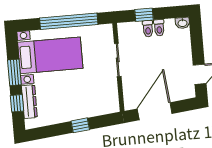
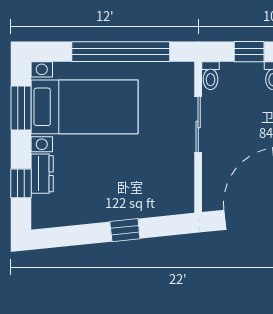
toilet: (148, 29) -> (210, 76), moved
window: (14, 72) -> (21, 108), moved
dresser: (29, 102) -> (42, 174), width x0.70

